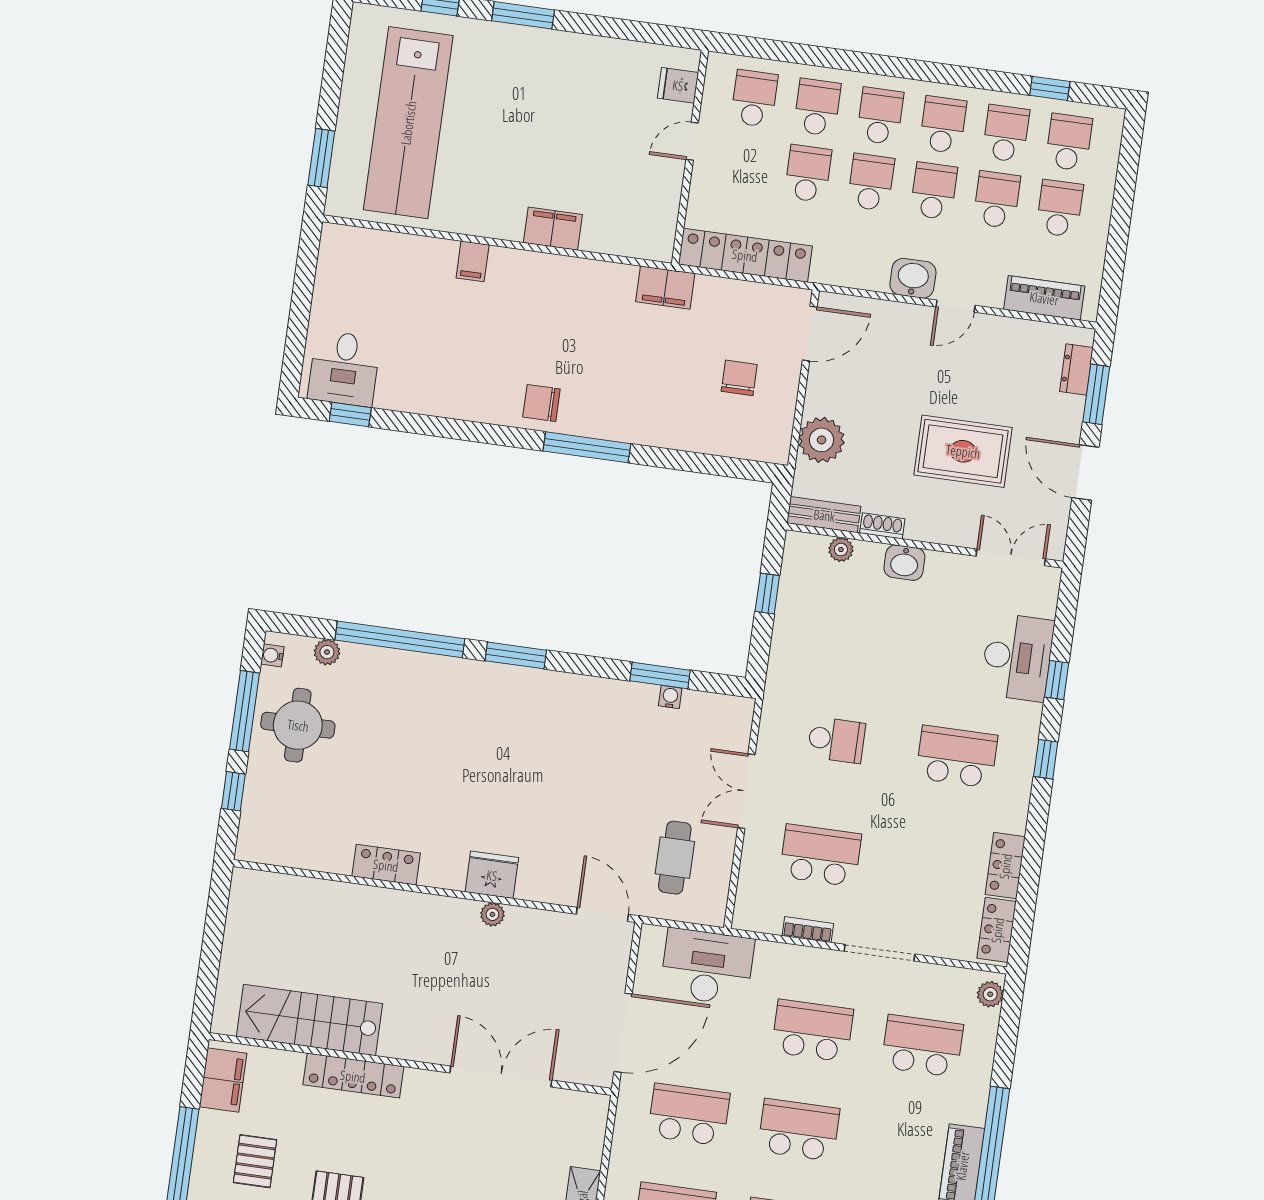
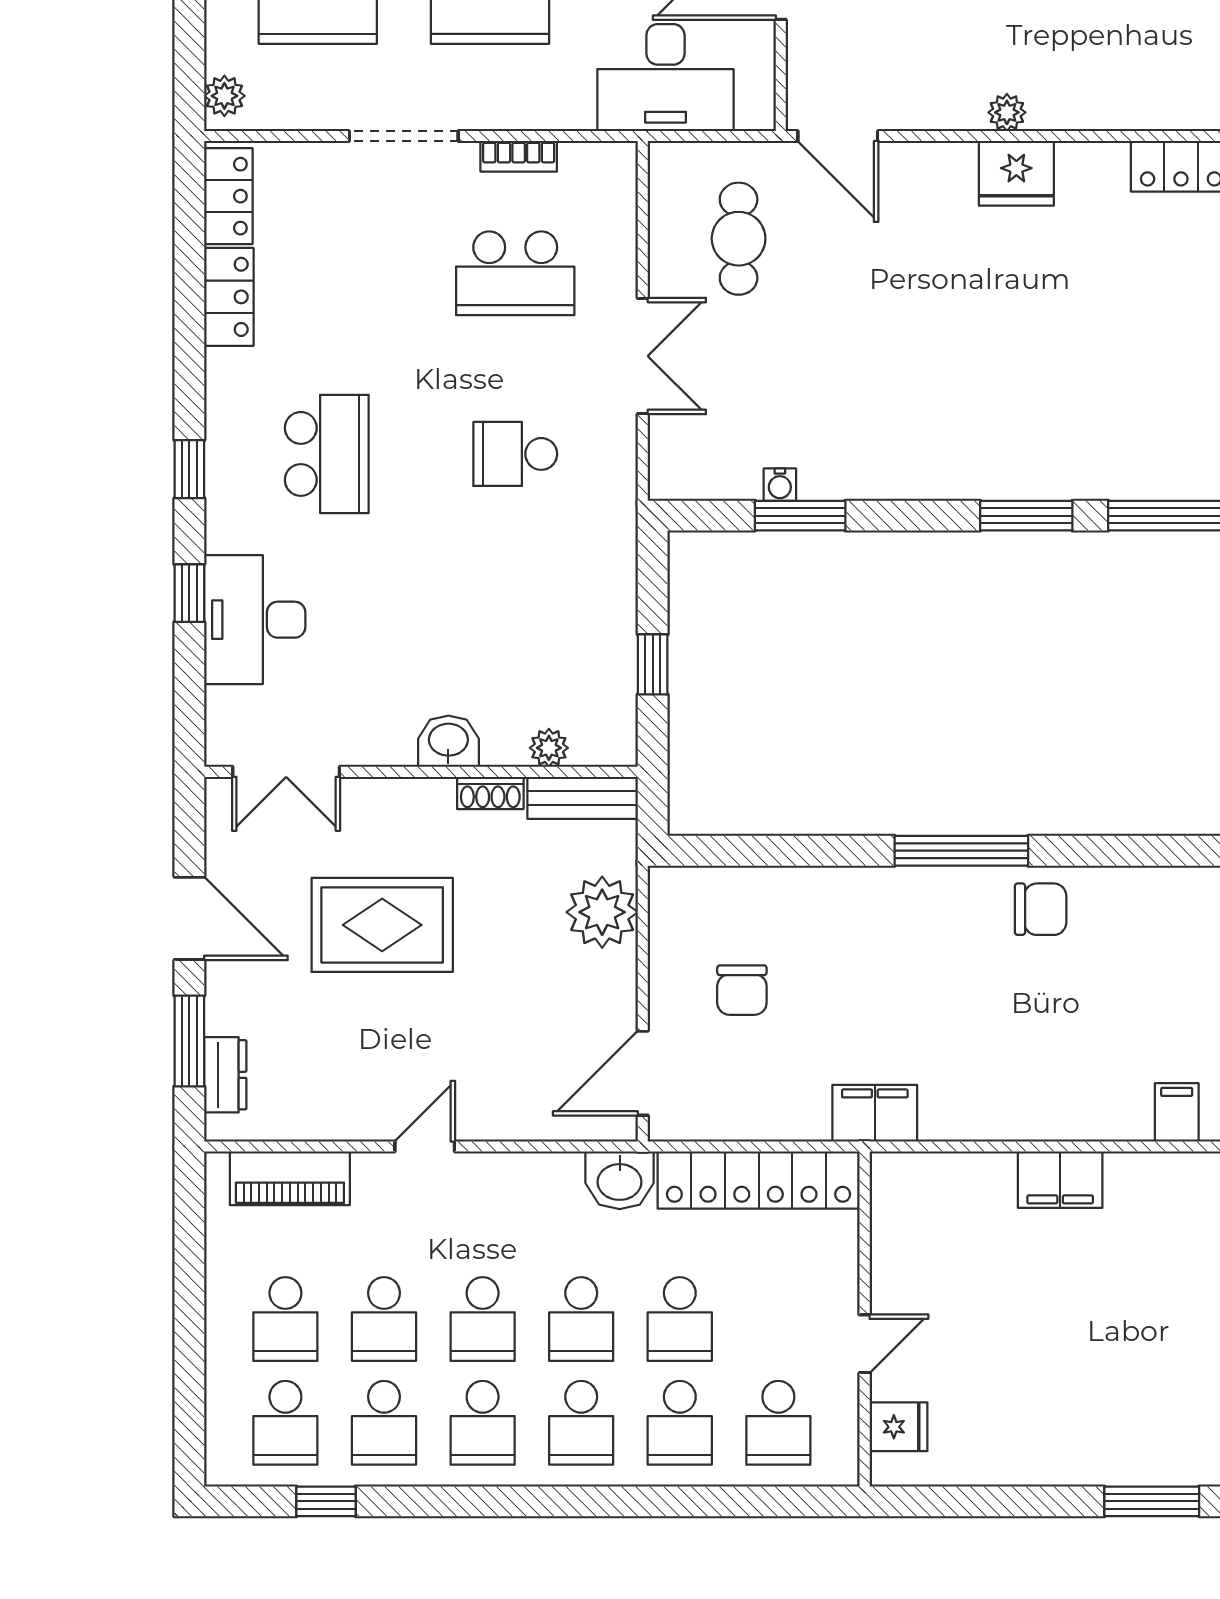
washbasin: (913, 278) -> (620, 1180), moved
school desk: (957, 757) -> (327, 454), turned -90

